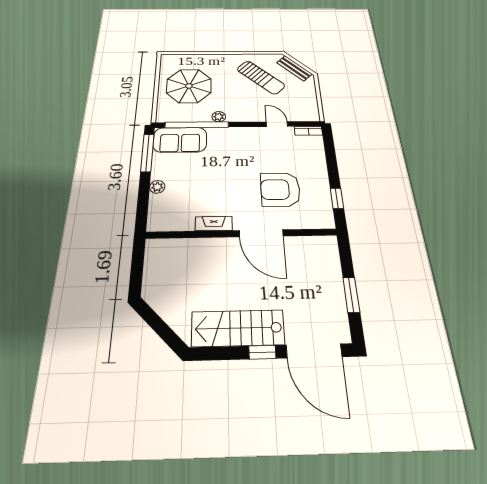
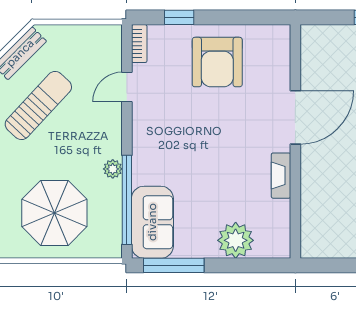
plant: (157, 187) -> (236, 240), width x1.88, depth x1.88
armchair: (280, 189) -> (217, 62), moved
window: (337, 198) -> (179, 17), moved

